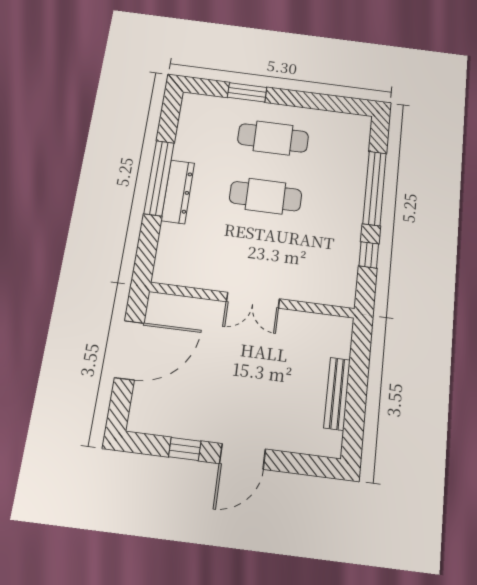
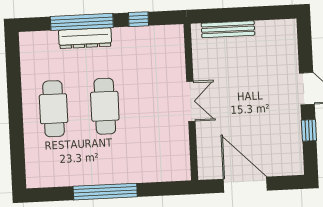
window: (247, 92) -> (17, 137), removed
dresser: (178, 192) -> (85, 38), moved, turned 180
bench: (337, 394) -> (228, 29), moved

